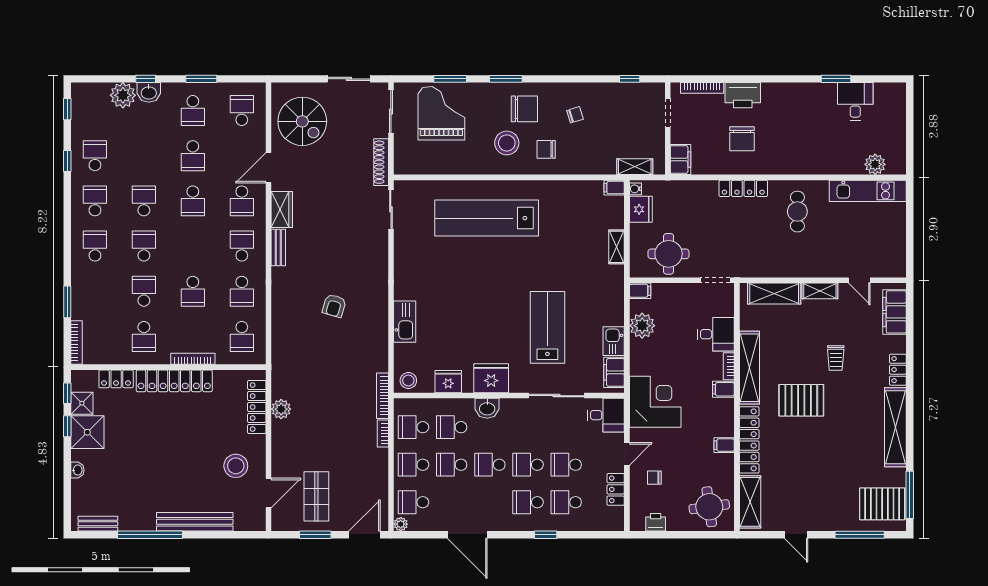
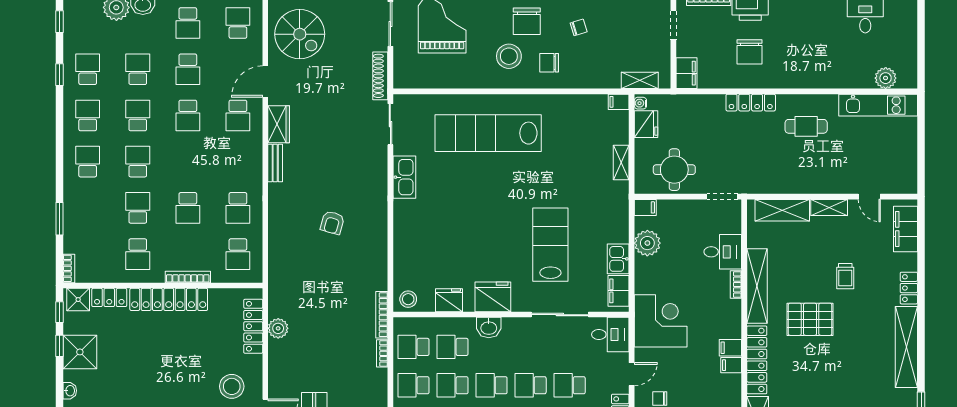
chair: (524, 109) -> (527, 21), turned 90
cafe table: (797, 212) -> (806, 126), turned 90
school desk: (242, 246) -> (138, 69), moved
kitchen sink: (405, 322) -> (404, 177), moved
bookcase: (76, 343) -> (69, 268), width x0.64
filing cabinet: (723, 389) -> (730, 348), moved
shower: (82, 403) -> (78, 300), moved

